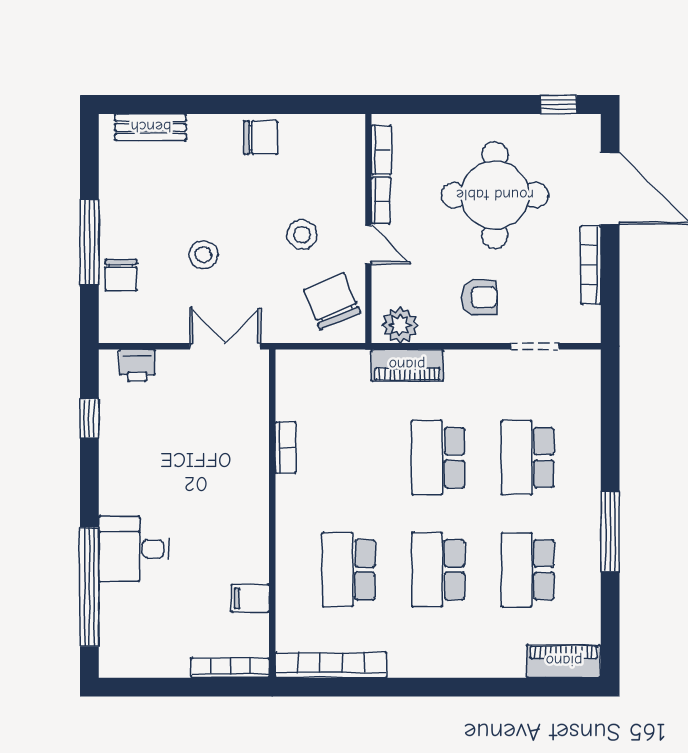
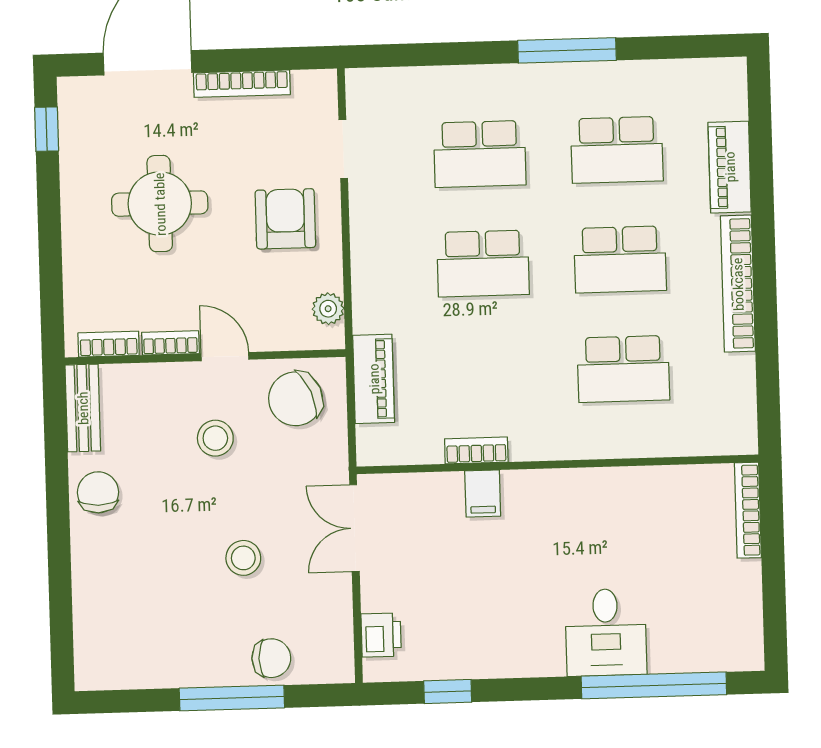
bench: (151, 127) -> (83, 408), moved
round table: (495, 195) -> (160, 204), width x0.73, depth x0.73
door: (368, 245) -> (225, 357), hinge flipped
armchair: (479, 297) -> (285, 219), width x1.38, depth x1.38
plant: (400, 325) -> (328, 309), width x0.73, depth x0.73
piano: (407, 365) -> (374, 379), moved
filing cabinet: (250, 598) -> (483, 493), moved
piano: (564, 661) -> (730, 167), moved
bookcase: (331, 665) -> (738, 284), moved

